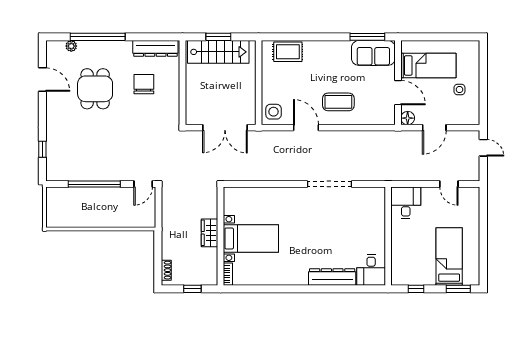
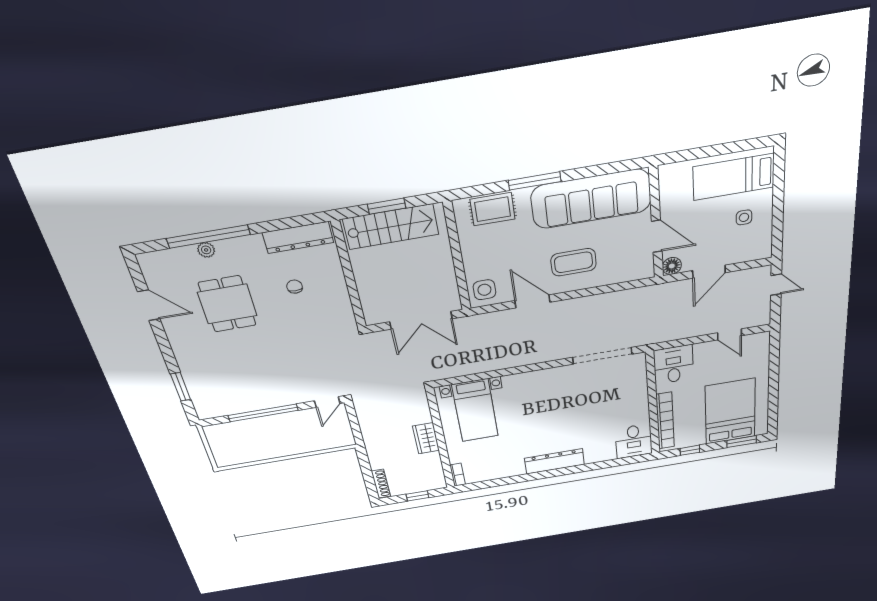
window: (367, 37) -> (535, 181), moved
plant: (71, 46) -> (206, 250), moved
sofa: (373, 53) -> (591, 199), width x1.85, depth x1.27
bed: (428, 65) -> (734, 177), moved, turned 180
chair: (144, 84) -> (295, 287), width x0.54, depth x0.54
window: (42, 149) -> (181, 387), width x1.50
doorway: (329, 184) -> (602, 356), moved
bed with nightstands: (251, 238) -> (475, 410), moved, turned 90
bookcase: (397, 255) -> (665, 421), added
bed: (449, 257) -> (730, 412), width x1.50
shoe rack: (166, 270) -> (381, 484), width x1.43
dresser: (332, 277) -> (554, 461), moved

